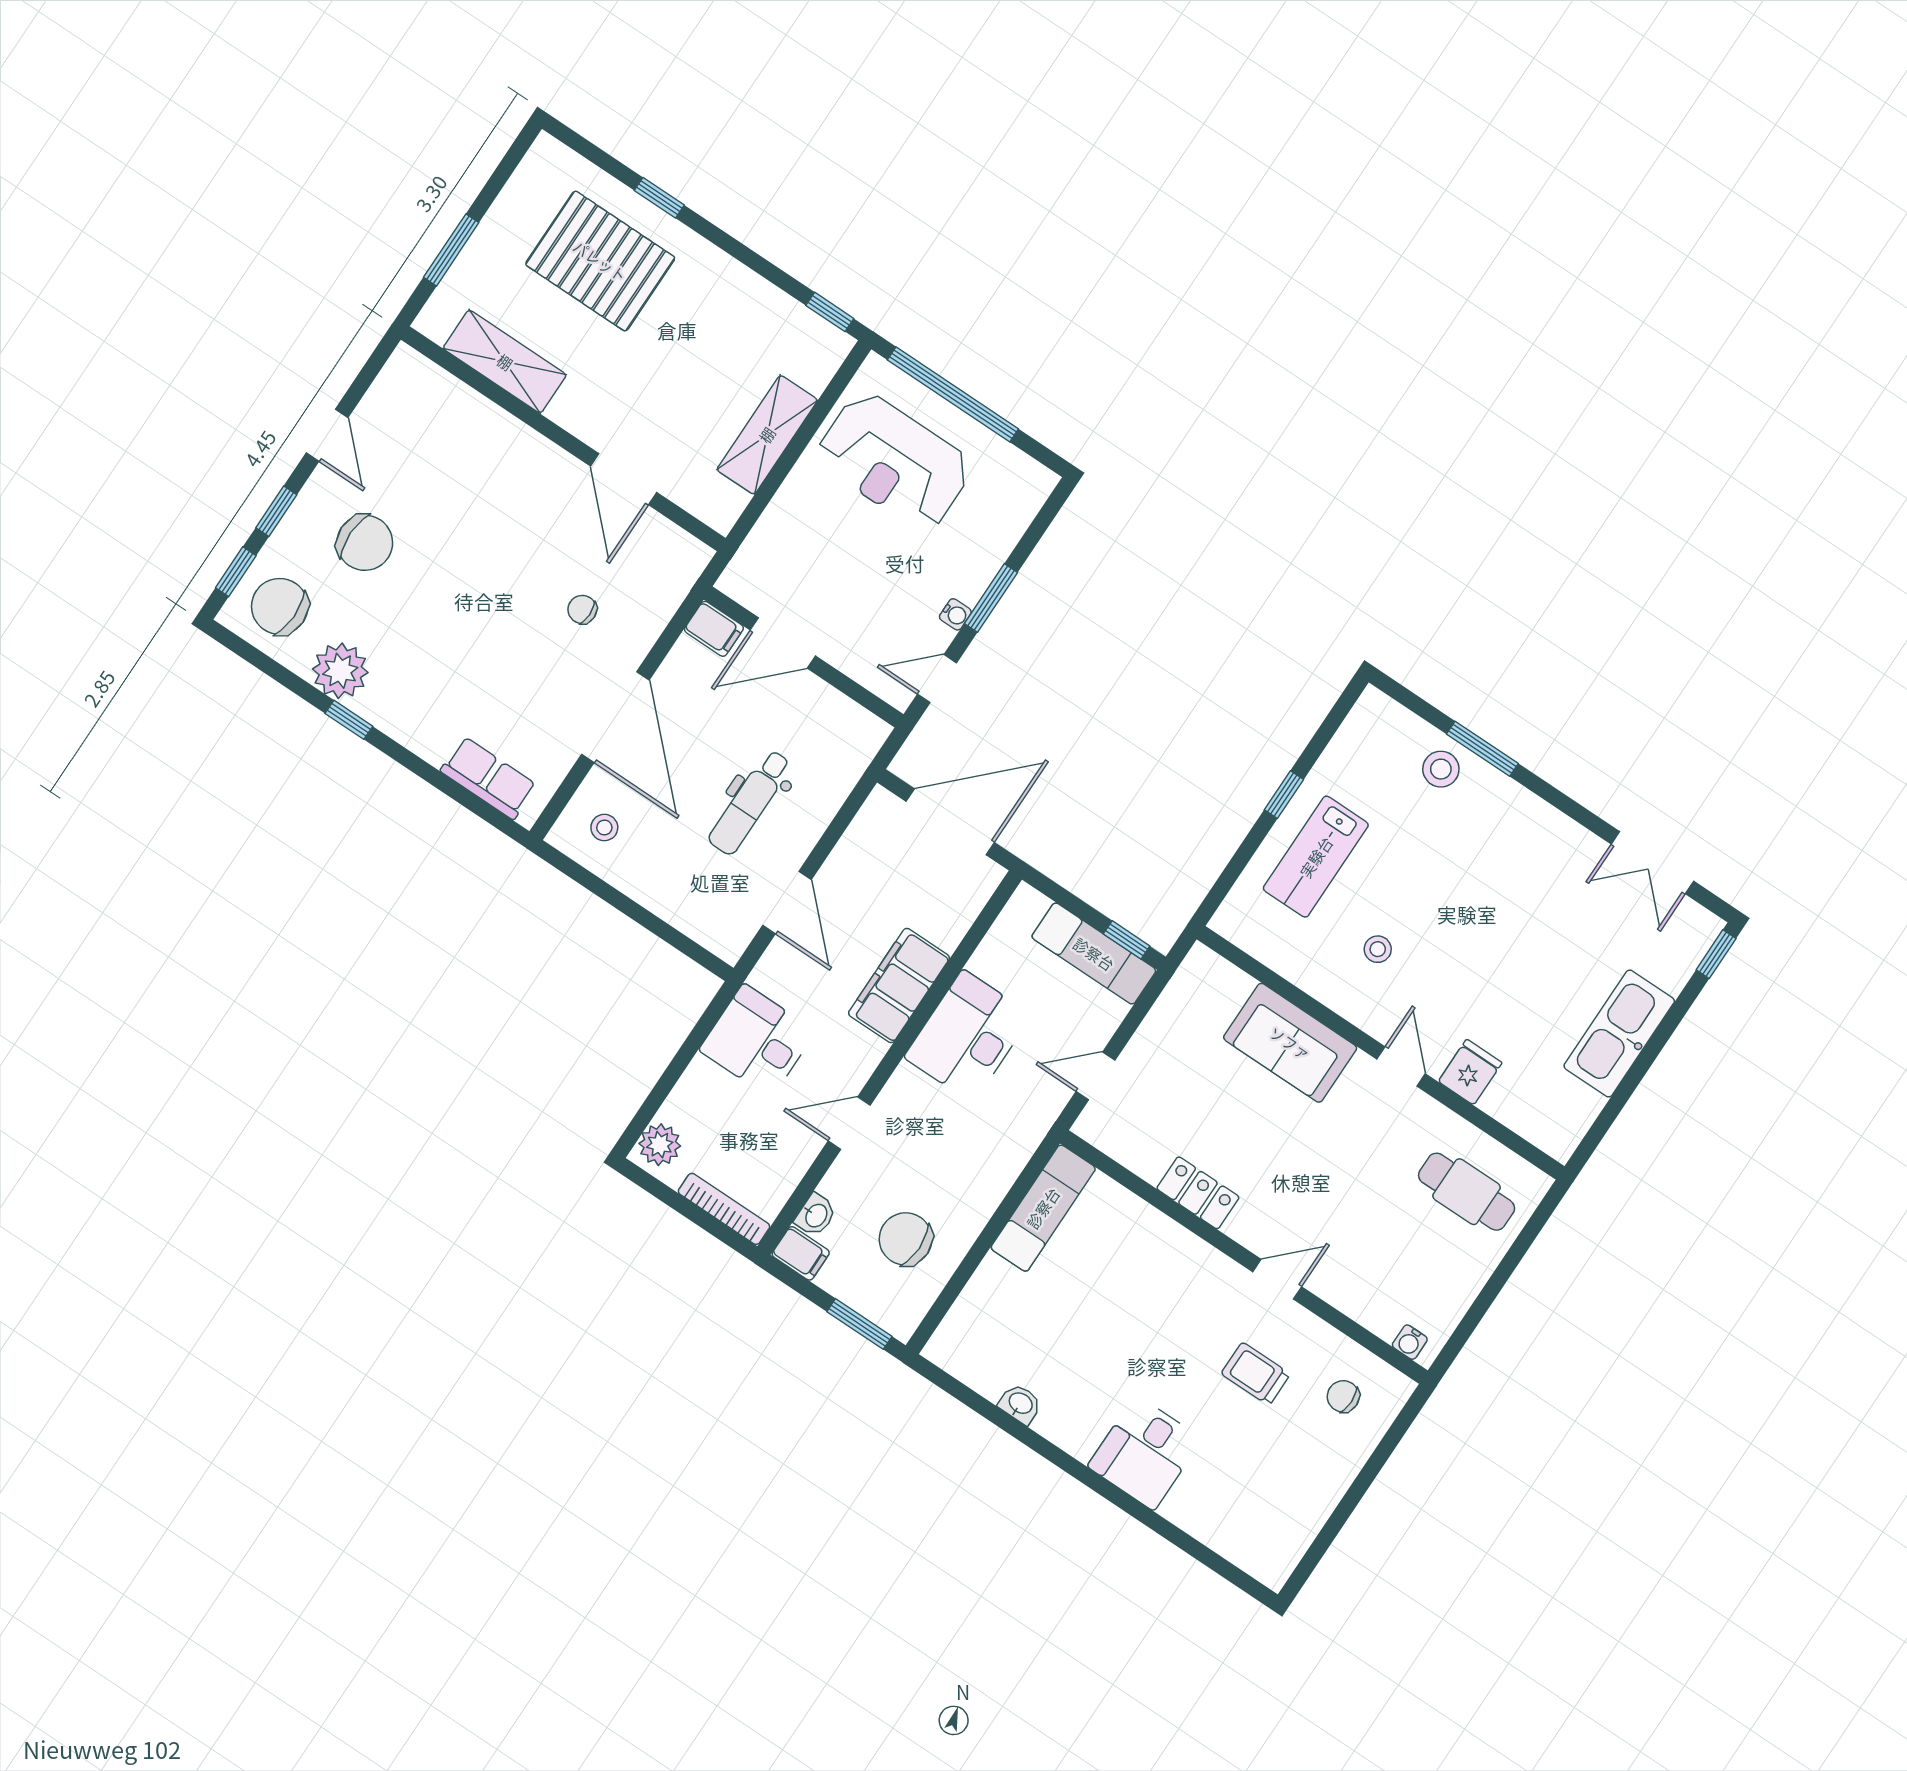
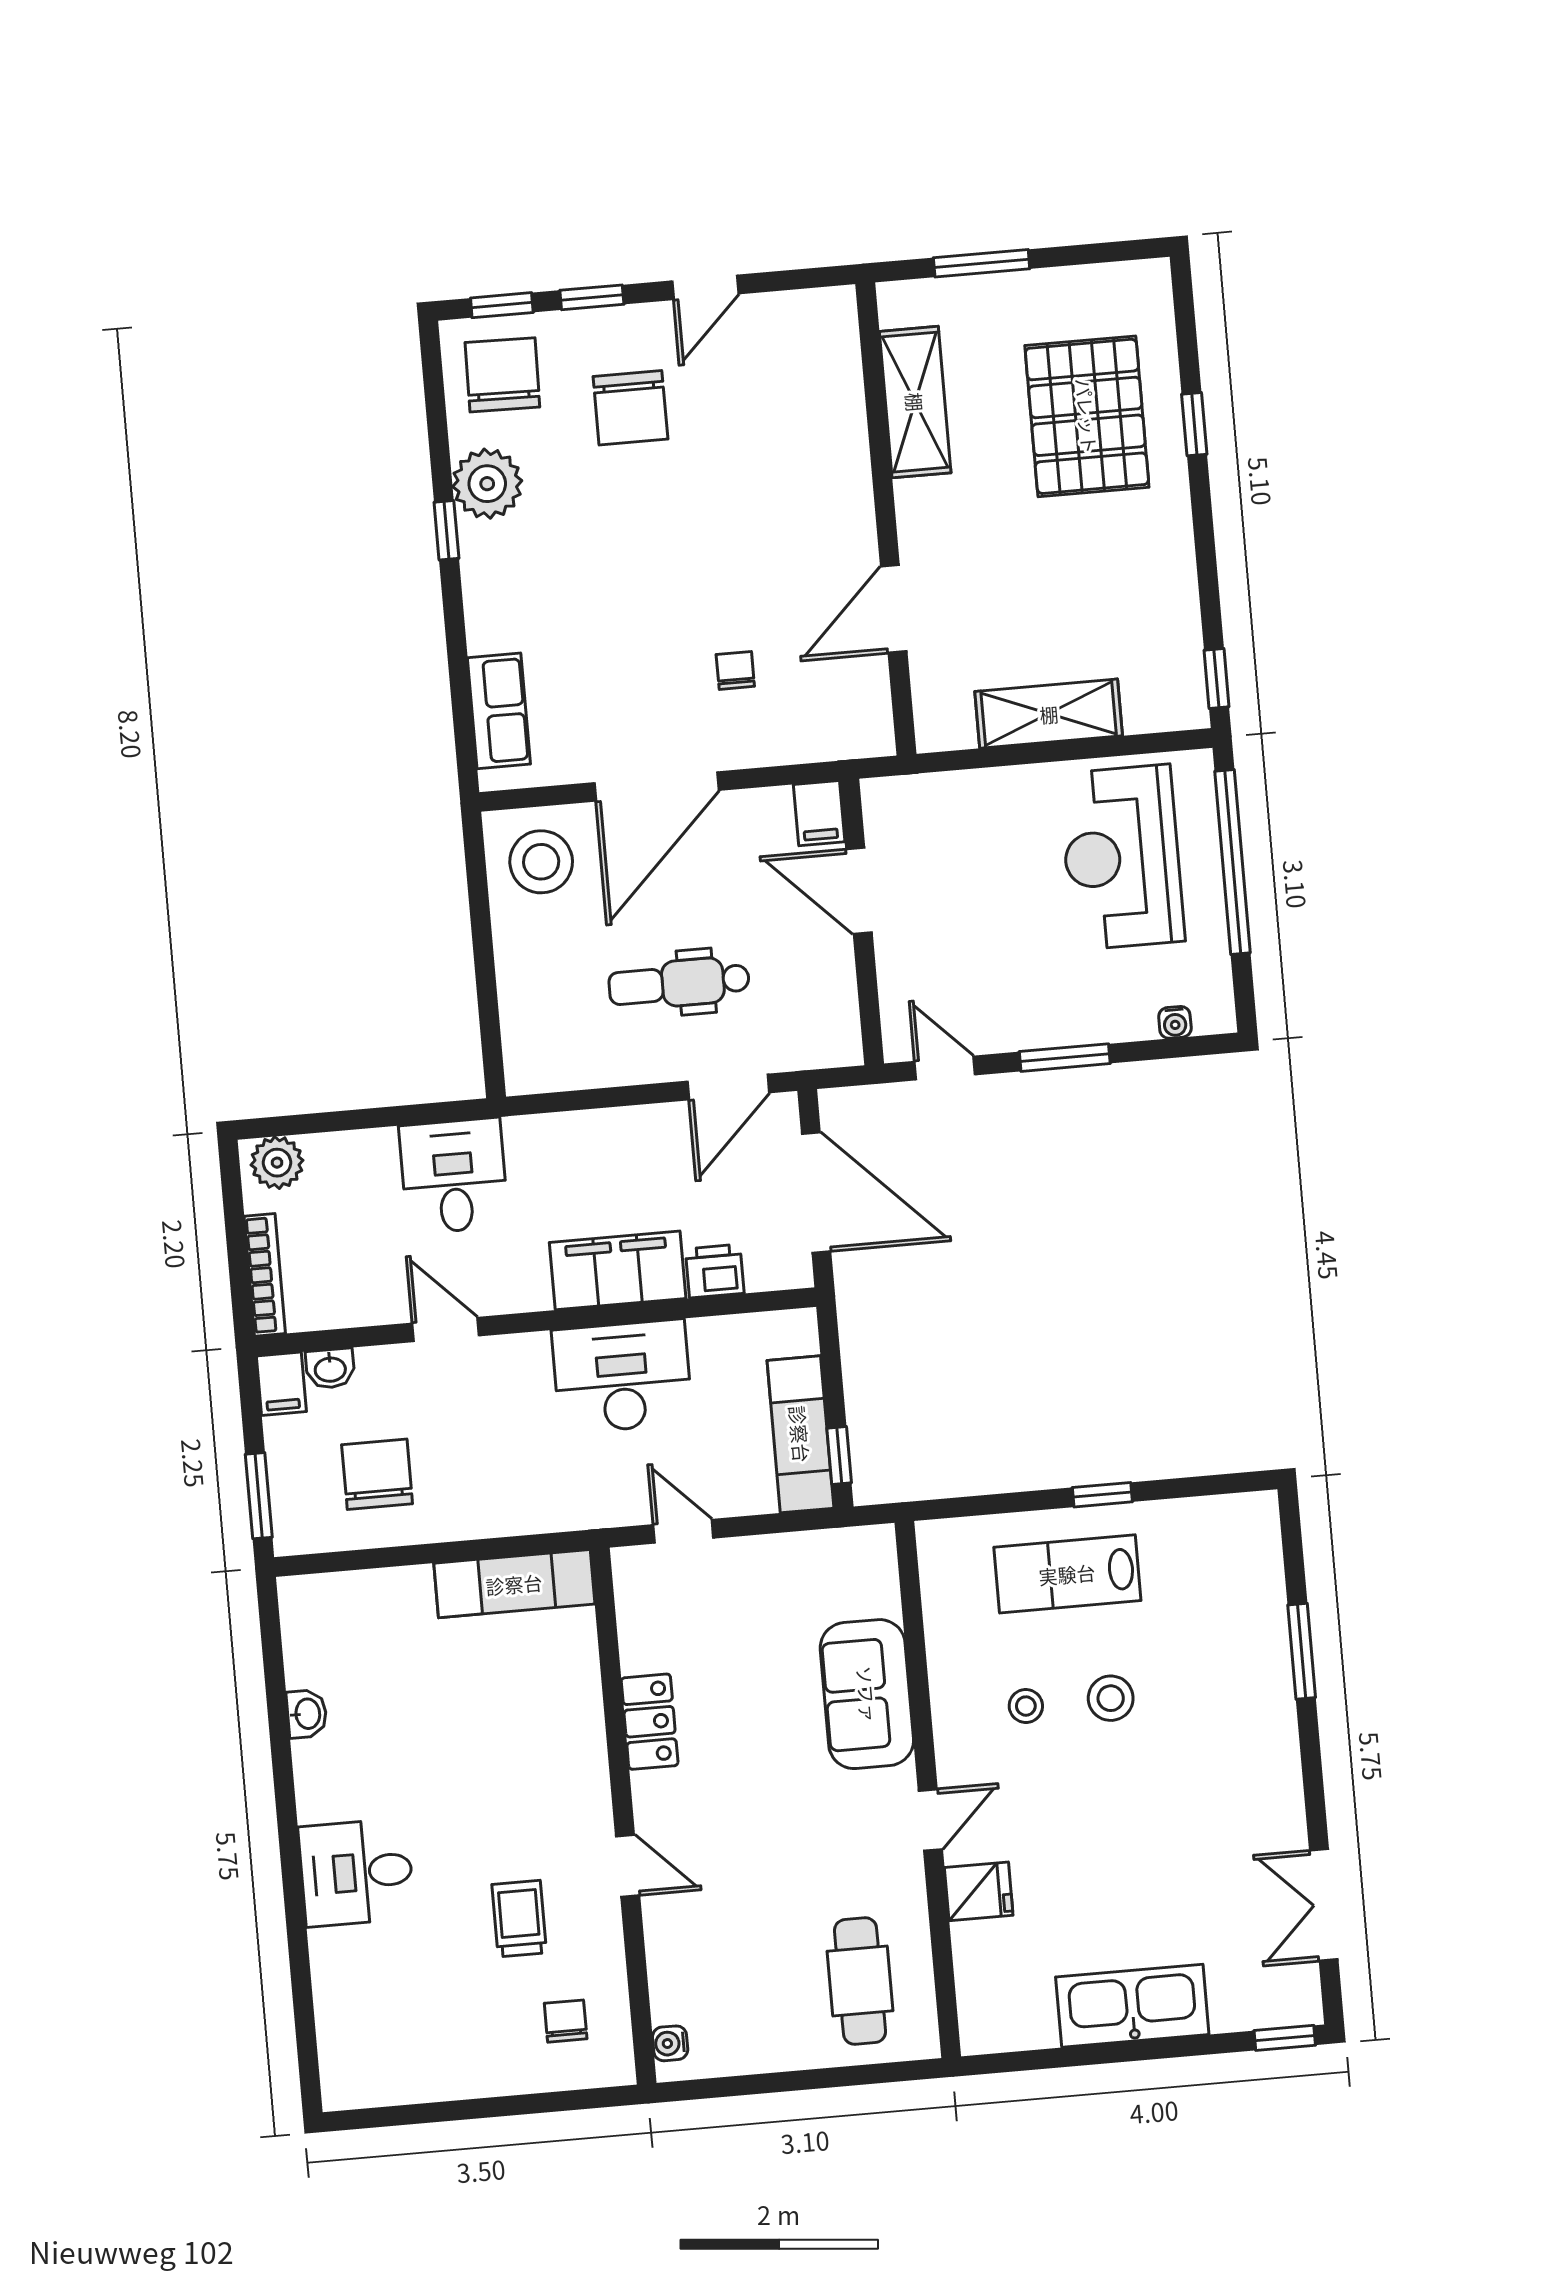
water cooler: (955, 614) -> (1175, 1022), moved
stool: (1441, 769) -> (1111, 1698), moved
stool: (604, 828) -> (541, 862), width x1.89, depth x1.89
door: (787, 903) -> (728, 1087), moved
printer: (948, 925) -> (715, 1271), added

